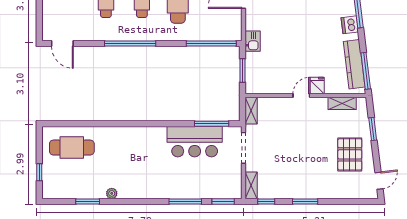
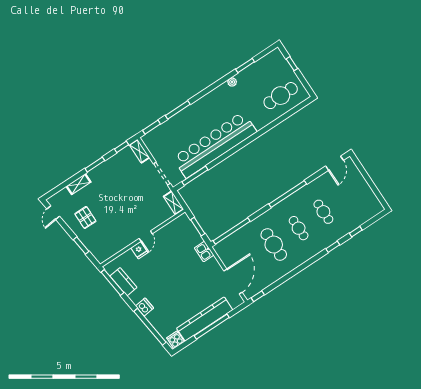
door: (62, 43) -> (335, 163), swing flipped
kitchen counter: (354, 64) -> (123, 282), width x0.67
shelving: (342, 103) -> (79, 184), moved
bar counter: (195, 142) -> (215, 145), width x1.86
pallet: (350, 154) -> (85, 217), width x0.67, depth x0.71

